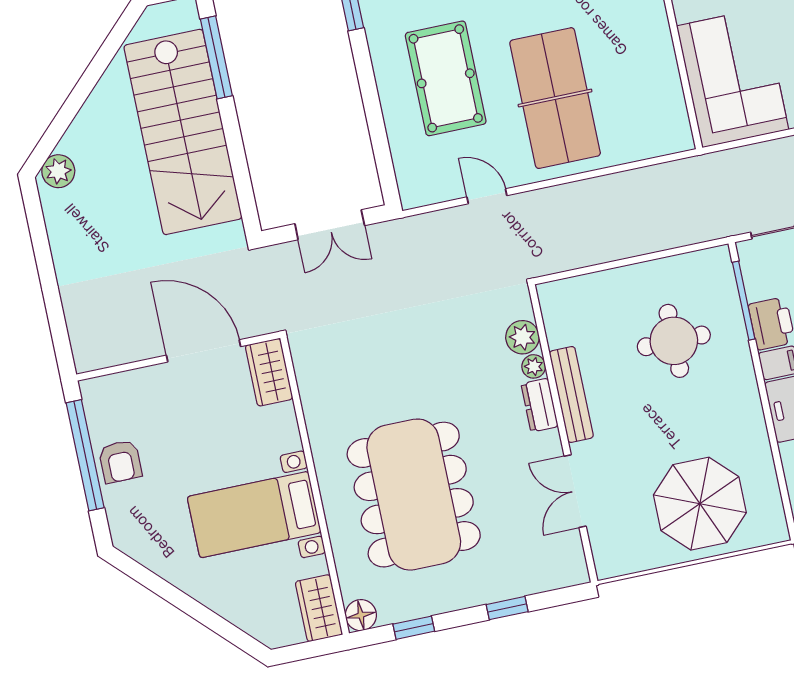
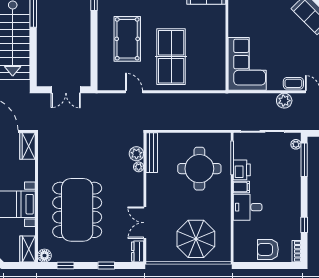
round table: (674, 341) -> (199, 169), width x1.36, depth x1.36
bench: (571, 394) -> (152, 153), moved
dresser: (540, 405) -> (138, 252), moved

